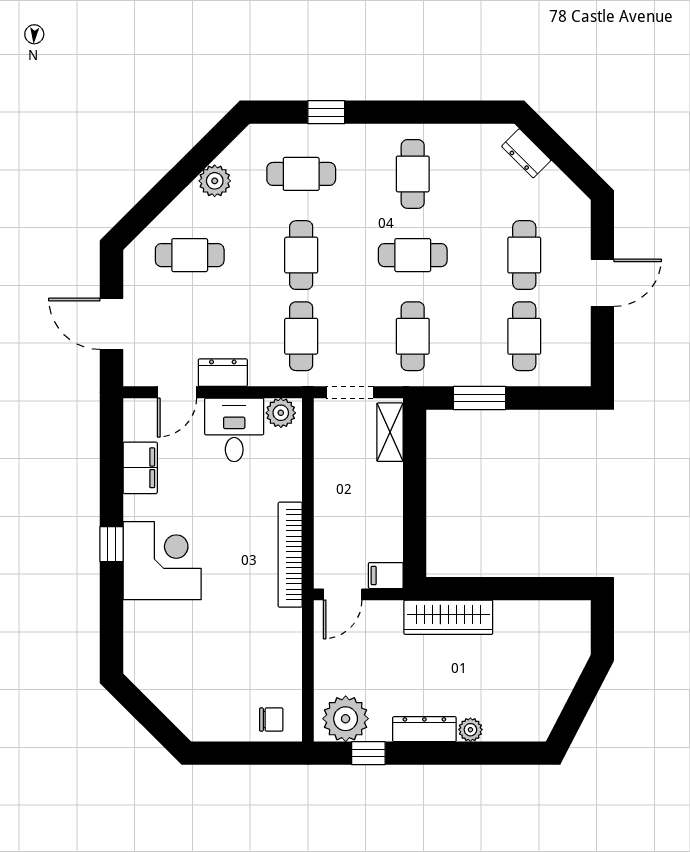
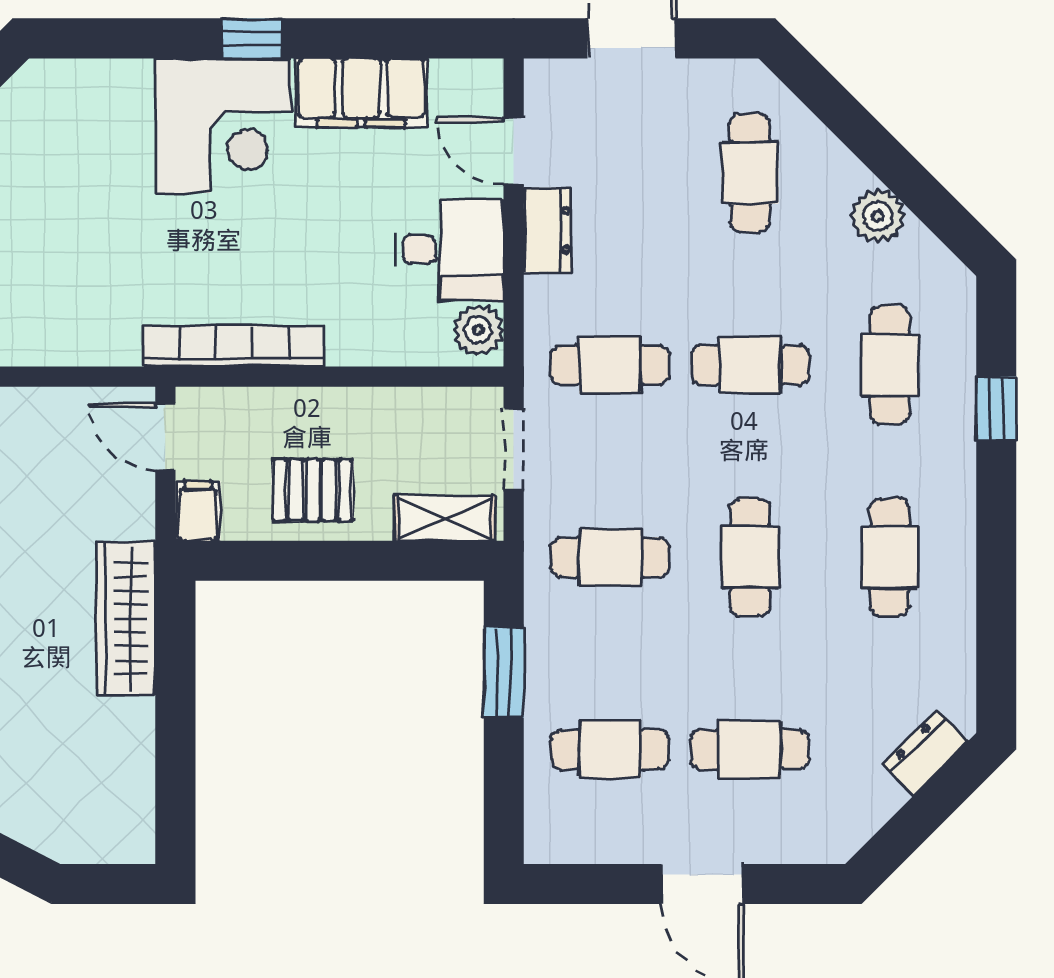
cafe table: (413, 174) -> (890, 557), turned 90
filing cabinet: (140, 468) -> (361, 93), width x1.50, depth x1.17
pallet: (374, 509) -> (313, 490), added

